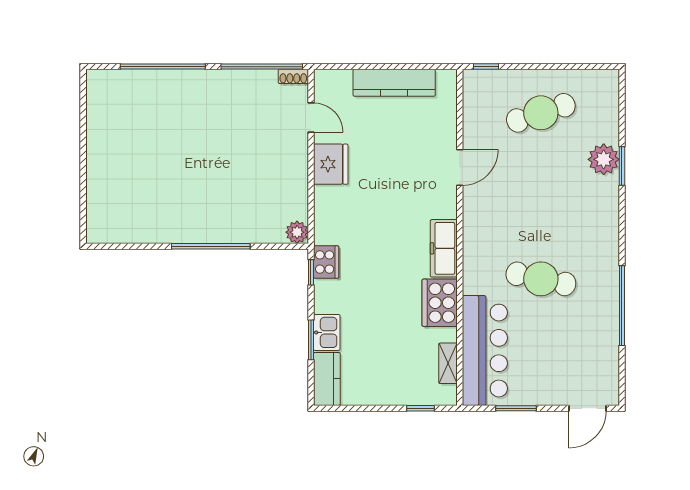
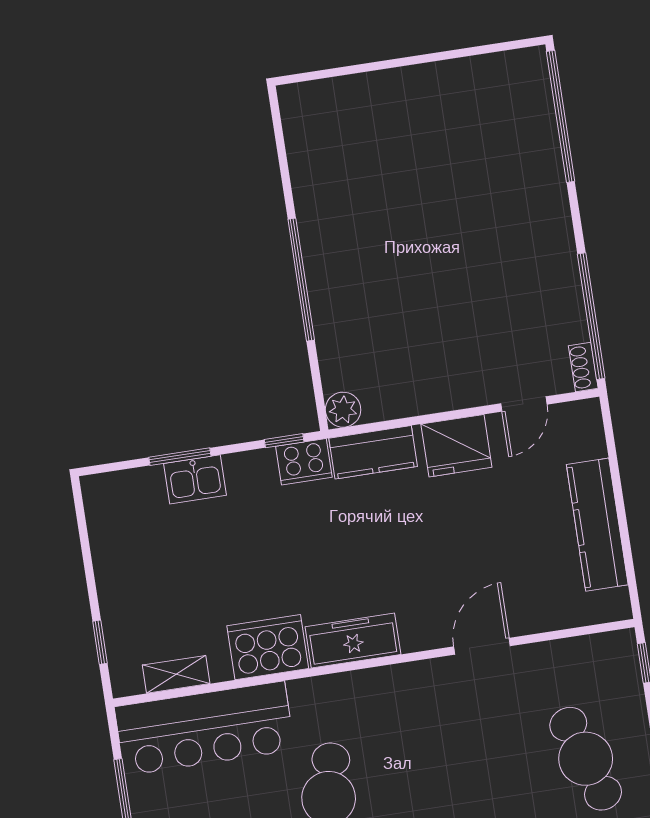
window: (163, 67) -> (561, 116), moved
door: (460, 167) -> (482, 646), swing flipped
kitchen counter: (327, 379) -> (373, 452), moved

